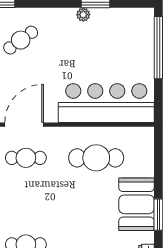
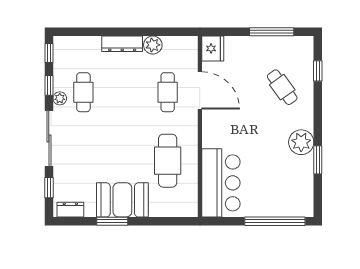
plant: (83, 15) -> (301, 142), width x1.88, depth x1.88
bar counter: (106, 103) -> (221, 183), width x0.73

